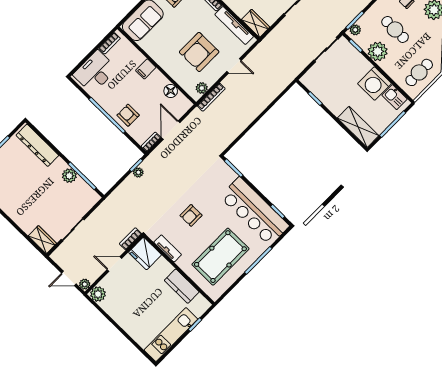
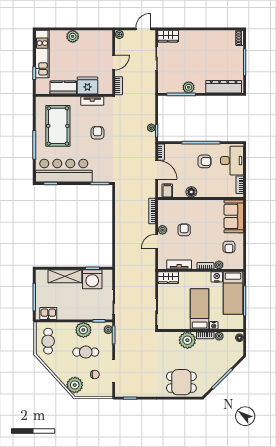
tv unit: (234, 25) -> (179, 264), width x0.71
armchair: (199, 52) -> (184, 230), width x0.53, depth x0.53
filing cabinet: (146, 69) -> (167, 190), moved
washing machine: (374, 84) -> (92, 279), moved, turned 180
plant: (202, 88) -> (162, 230), moved
floor lamp: (171, 91) -> (191, 192), moved
armchair: (128, 115) -> (204, 161), moved
shelving: (358, 127) -> (65, 276), moved
fridge: (145, 253) -> (87, 86), moved
door: (69, 278) -> (143, 29), moved
plant: (98, 294) -> (73, 36), moved

